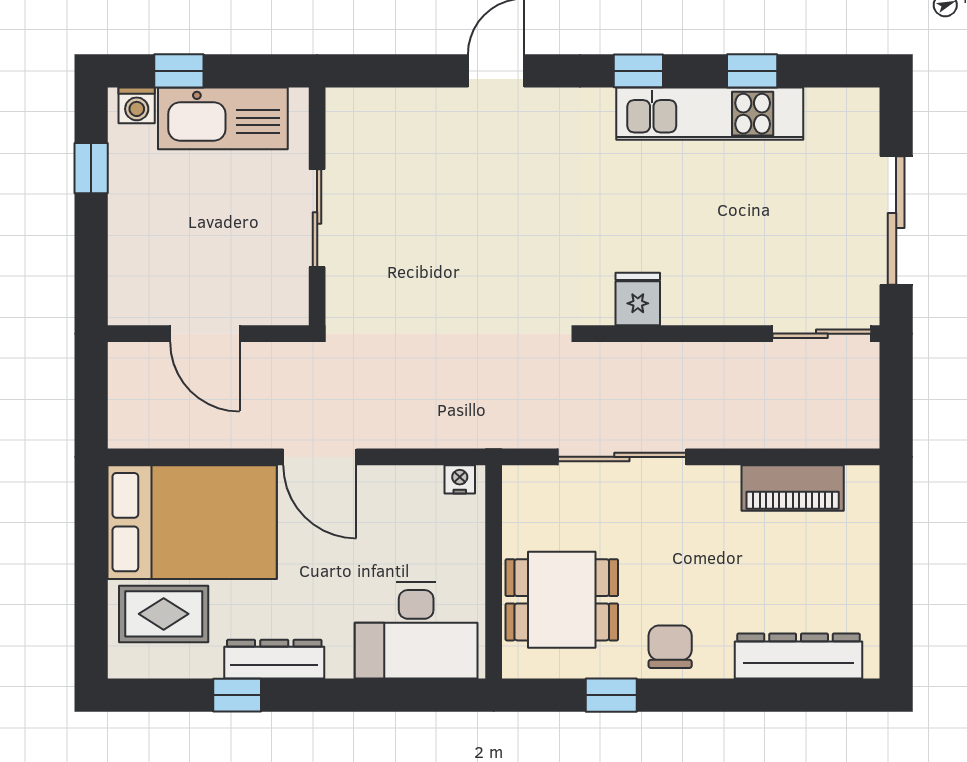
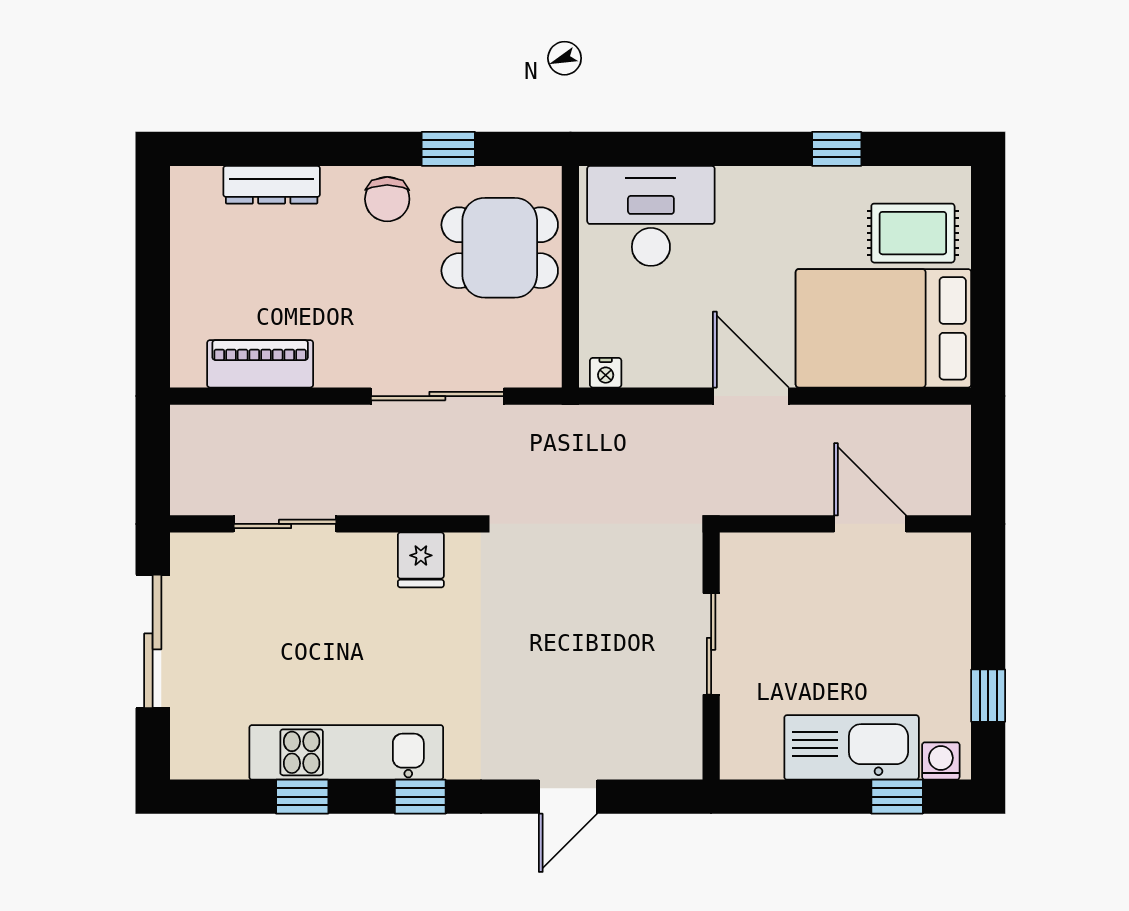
wall: (317, 206) -> (711, 656), moved
sliding door: (317, 218) -> (711, 644), moved
sliding door: (822, 334) -> (285, 524), moved
dresser: (799, 656) -> (272, 185), width x0.73, depth x0.80
dresser: (274, 659) -> (798, 186), removed

